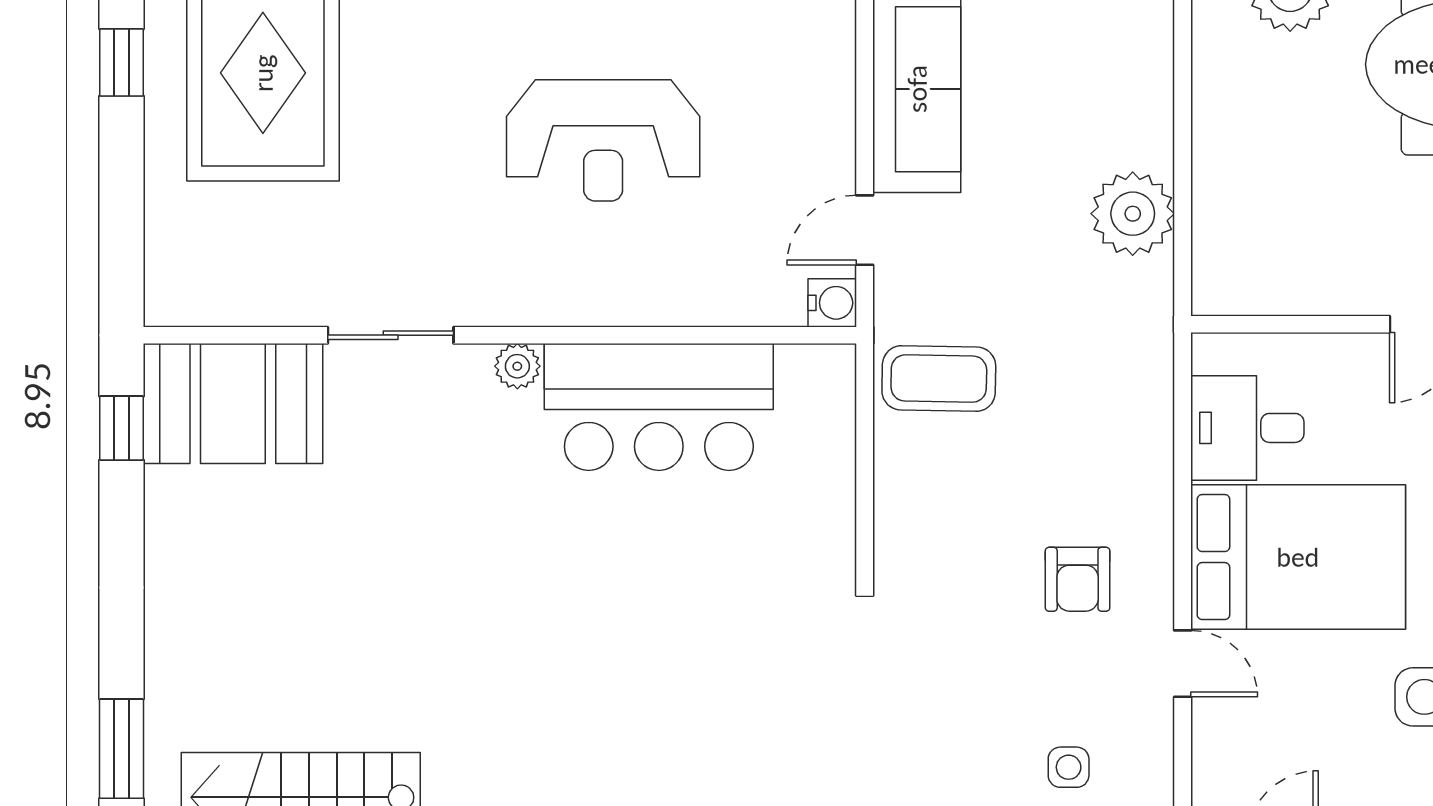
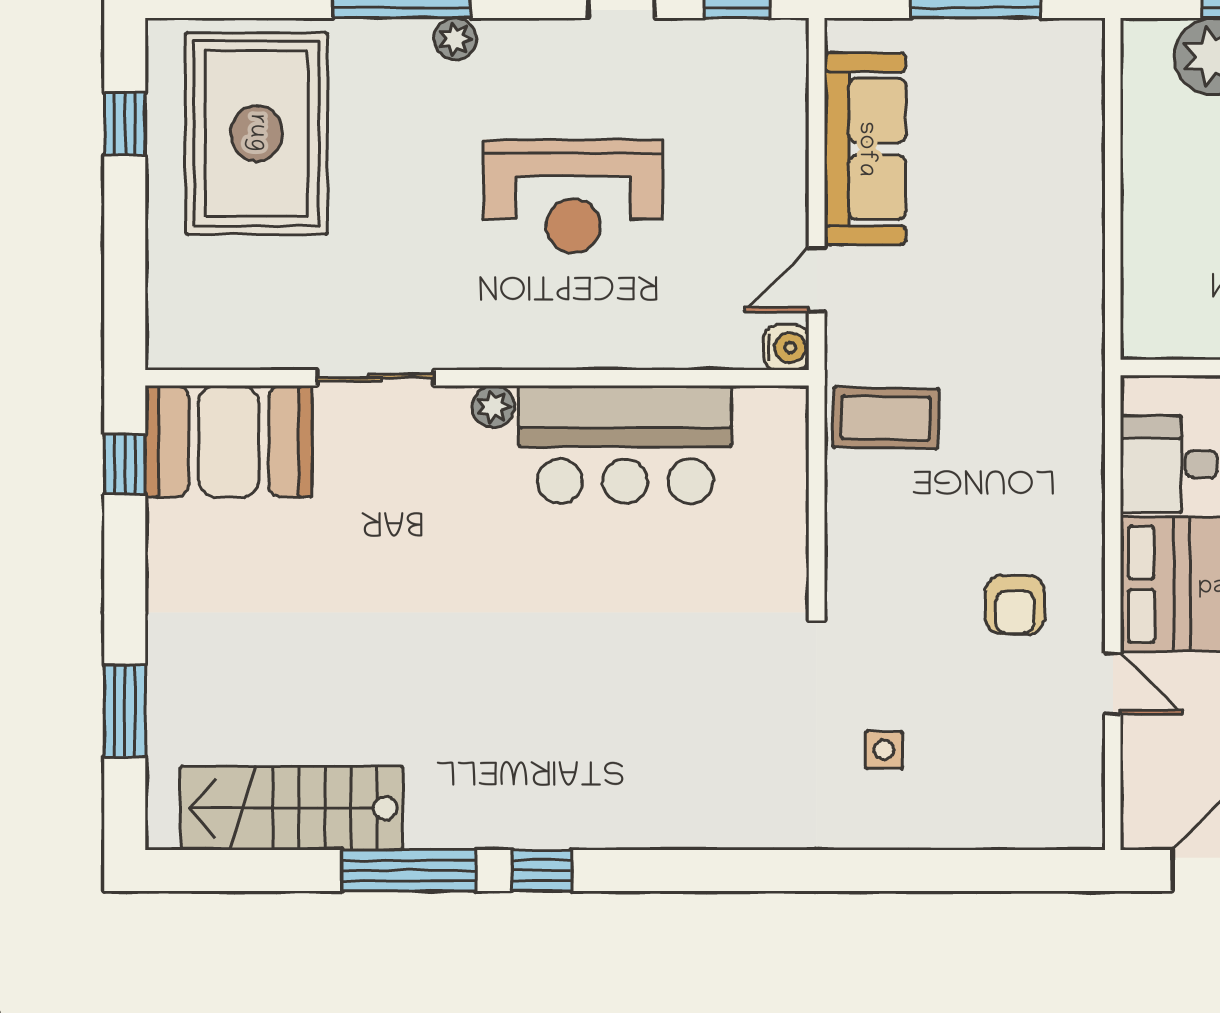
plant: (1133, 214) -> (1066, 265), removed
window: (121, 749) -> (125, 711), moved
side table: (1069, 767) -> (884, 750), moved

